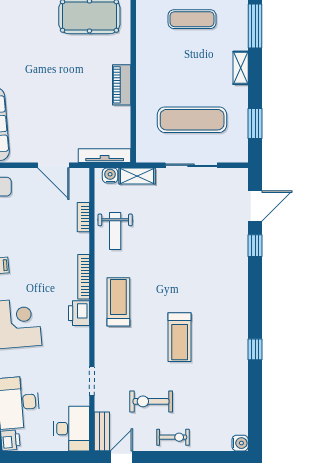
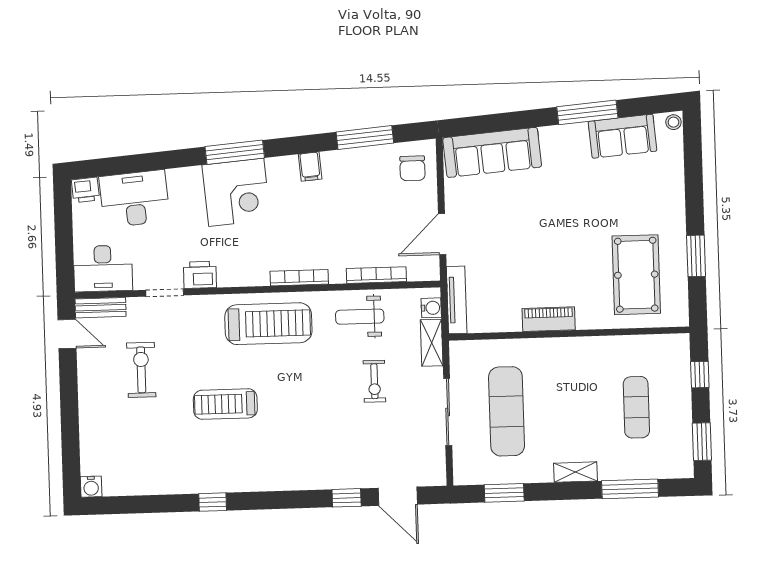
bookcase: (83, 217) -> (376, 275), width x1.56
treadmill: (118, 302) -> (268, 324), width x1.37, depth x1.38
printer: (79, 313) -> (200, 275), moved
exercise bike: (173, 437) -> (374, 381), moved

